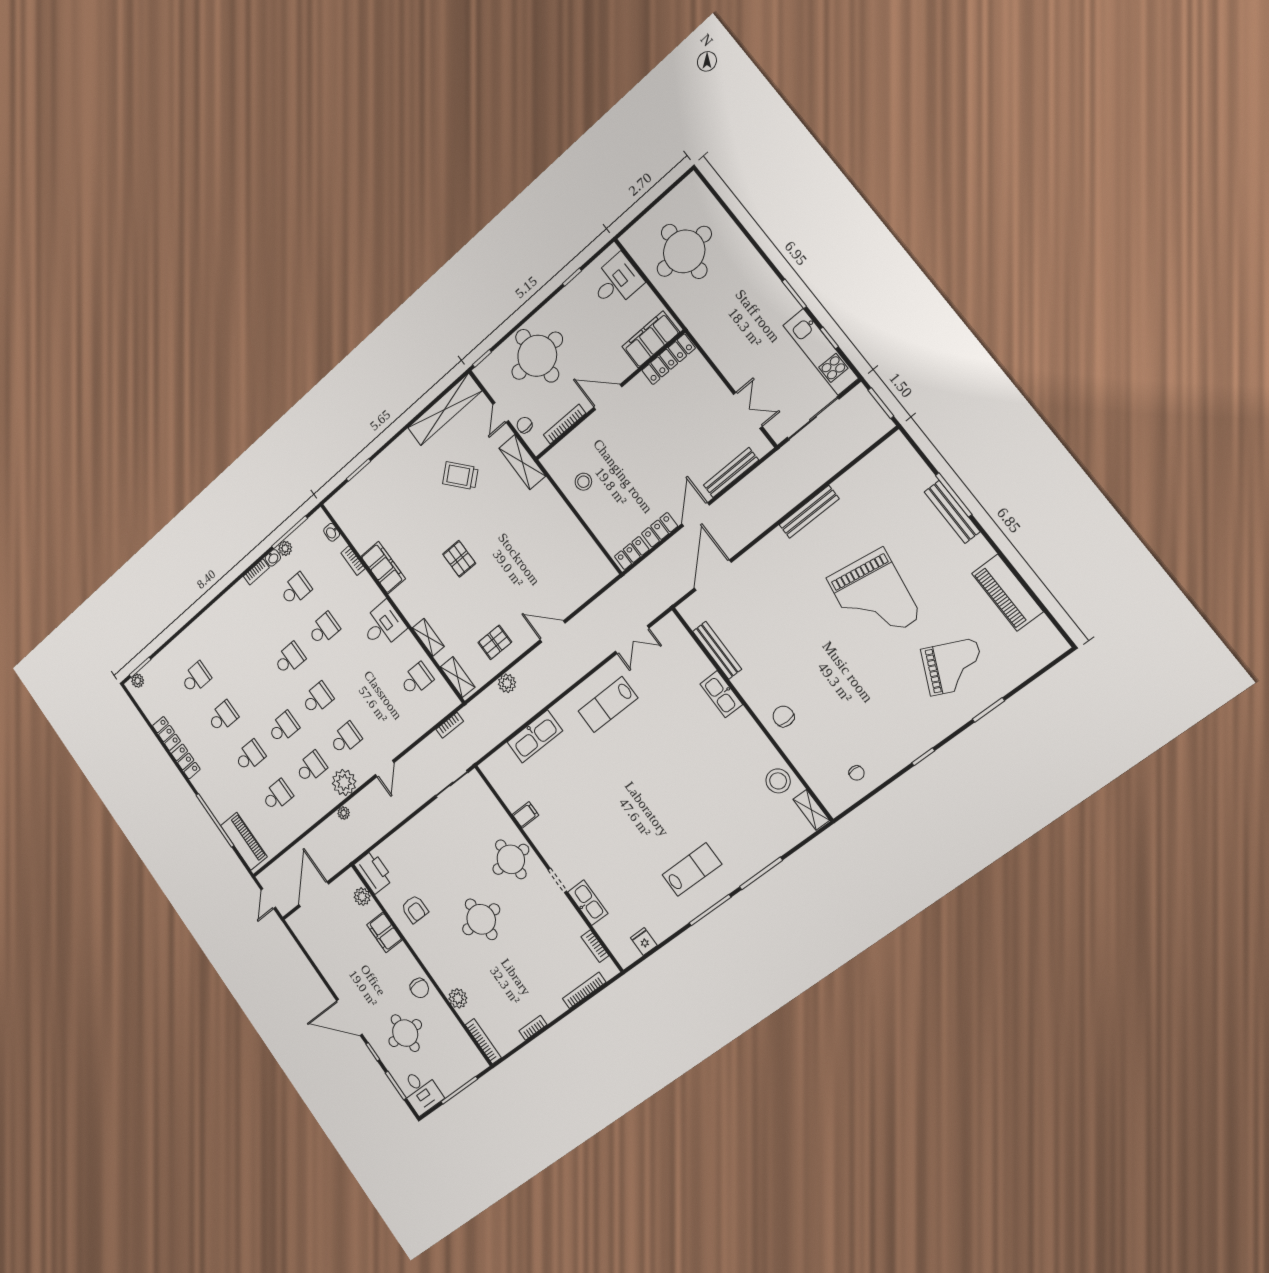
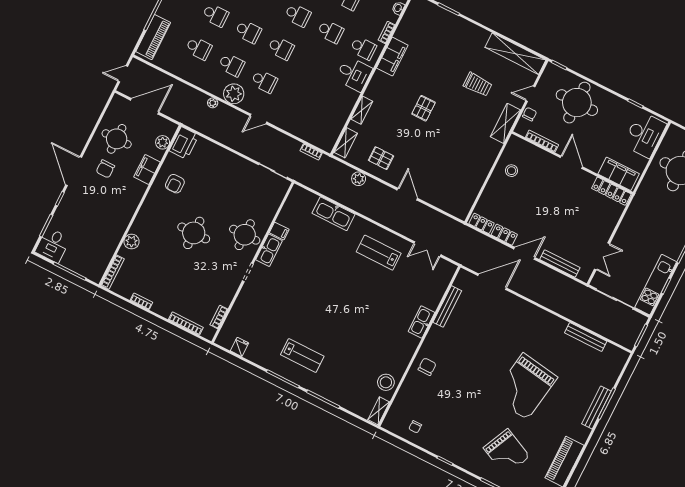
desk: (616, 281) -> (645, 135), width x1.37
trolley: (460, 476) -> (478, 84), turned 131
bench: (809, 512) -> (586, 337), moved
school desk: (417, 679) -> (363, 48), moved
kitchen sink: (588, 903) -> (269, 250), moved
chair: (419, 988) -> (105, 169), moved
round table: (405, 1033) -> (117, 139), moved

